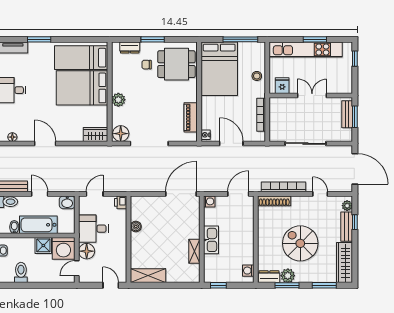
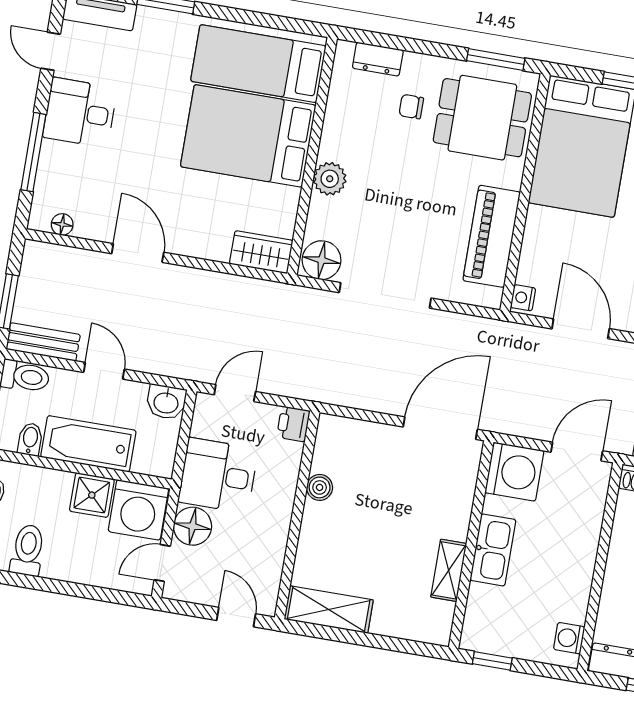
window: (153, 39) -> (496, 59), moved
piano: (191, 117) -> (492, 236), width x1.37, depth x1.33
washing machine: (209, 201) -> (514, 472), width x1.89, depth x1.89

